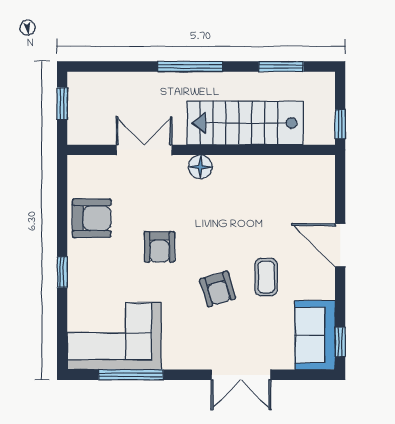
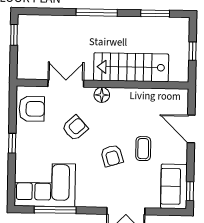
stairs: (245, 123) -> (131, 67), moved
double door: (144, 150) -> (66, 83), moved
wall: (201, 150) -> (103, 84), moved
floor lamp: (200, 167) -> (102, 95), moved
armchair: (160, 247) -> (75, 128), turned -132

